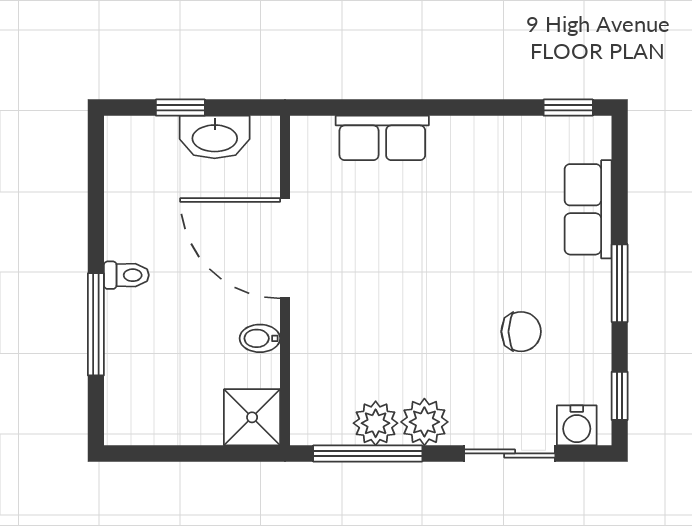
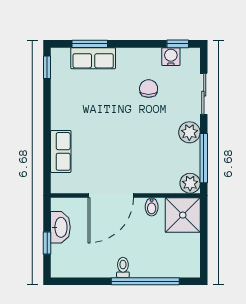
window: (620, 283) -> (90, 44), moved
window: (96, 324) -> (145, 281), width x1.46
shower: (252, 417) -> (183, 215), width x1.36, depth x1.36
plant: (376, 423) -> (190, 183), moved
water cooler: (577, 425) -> (171, 57), moved, turned -90

